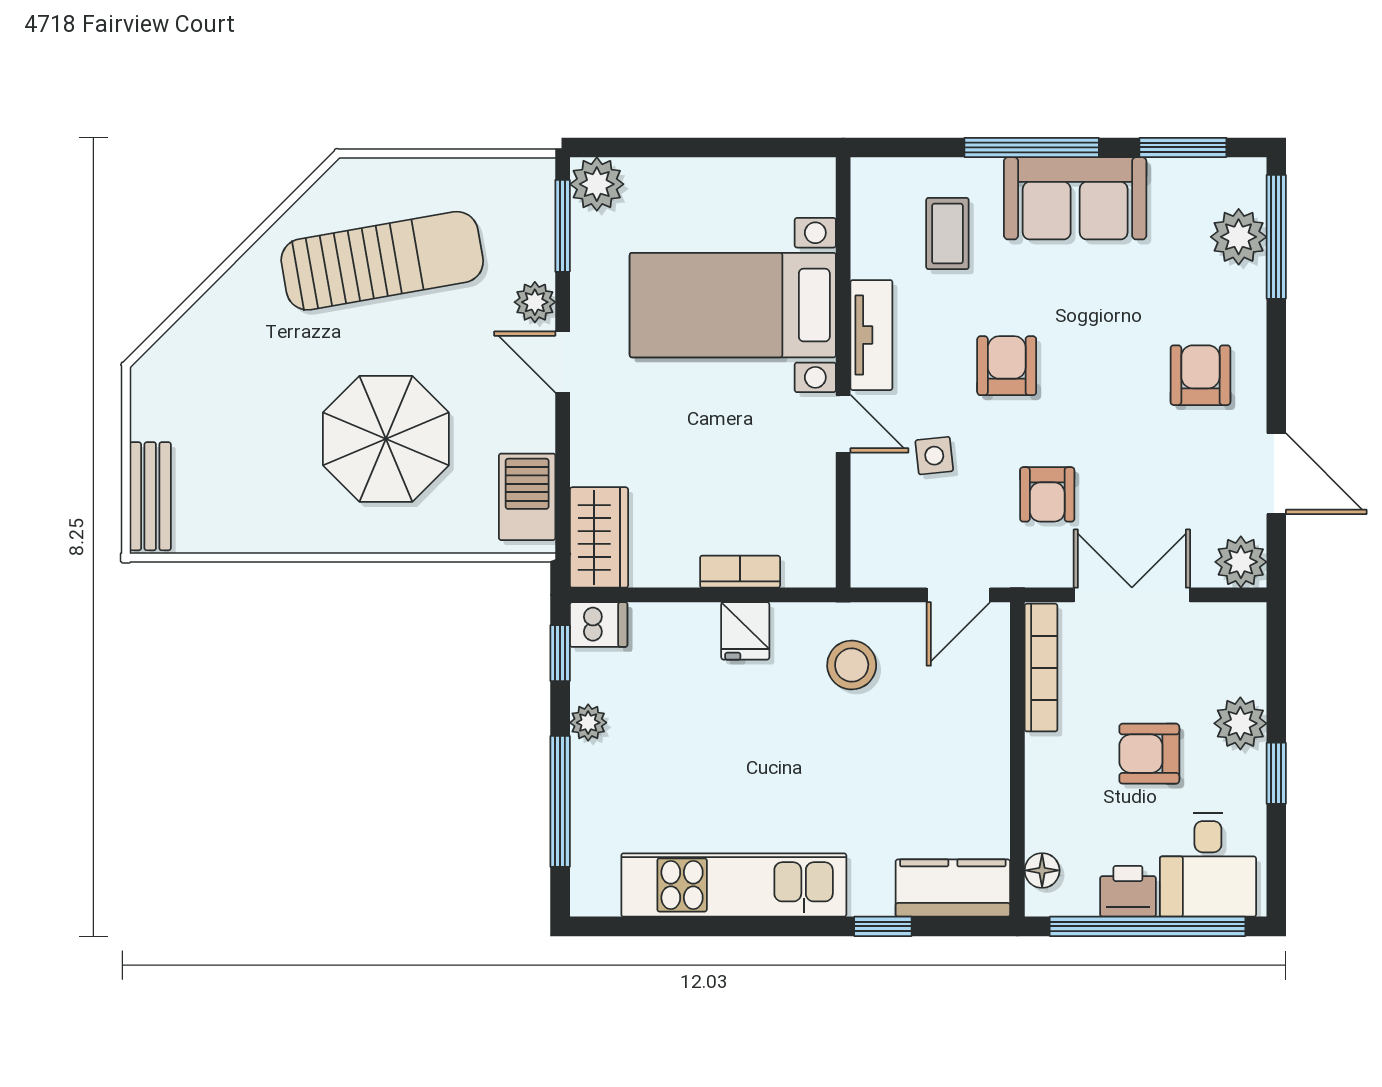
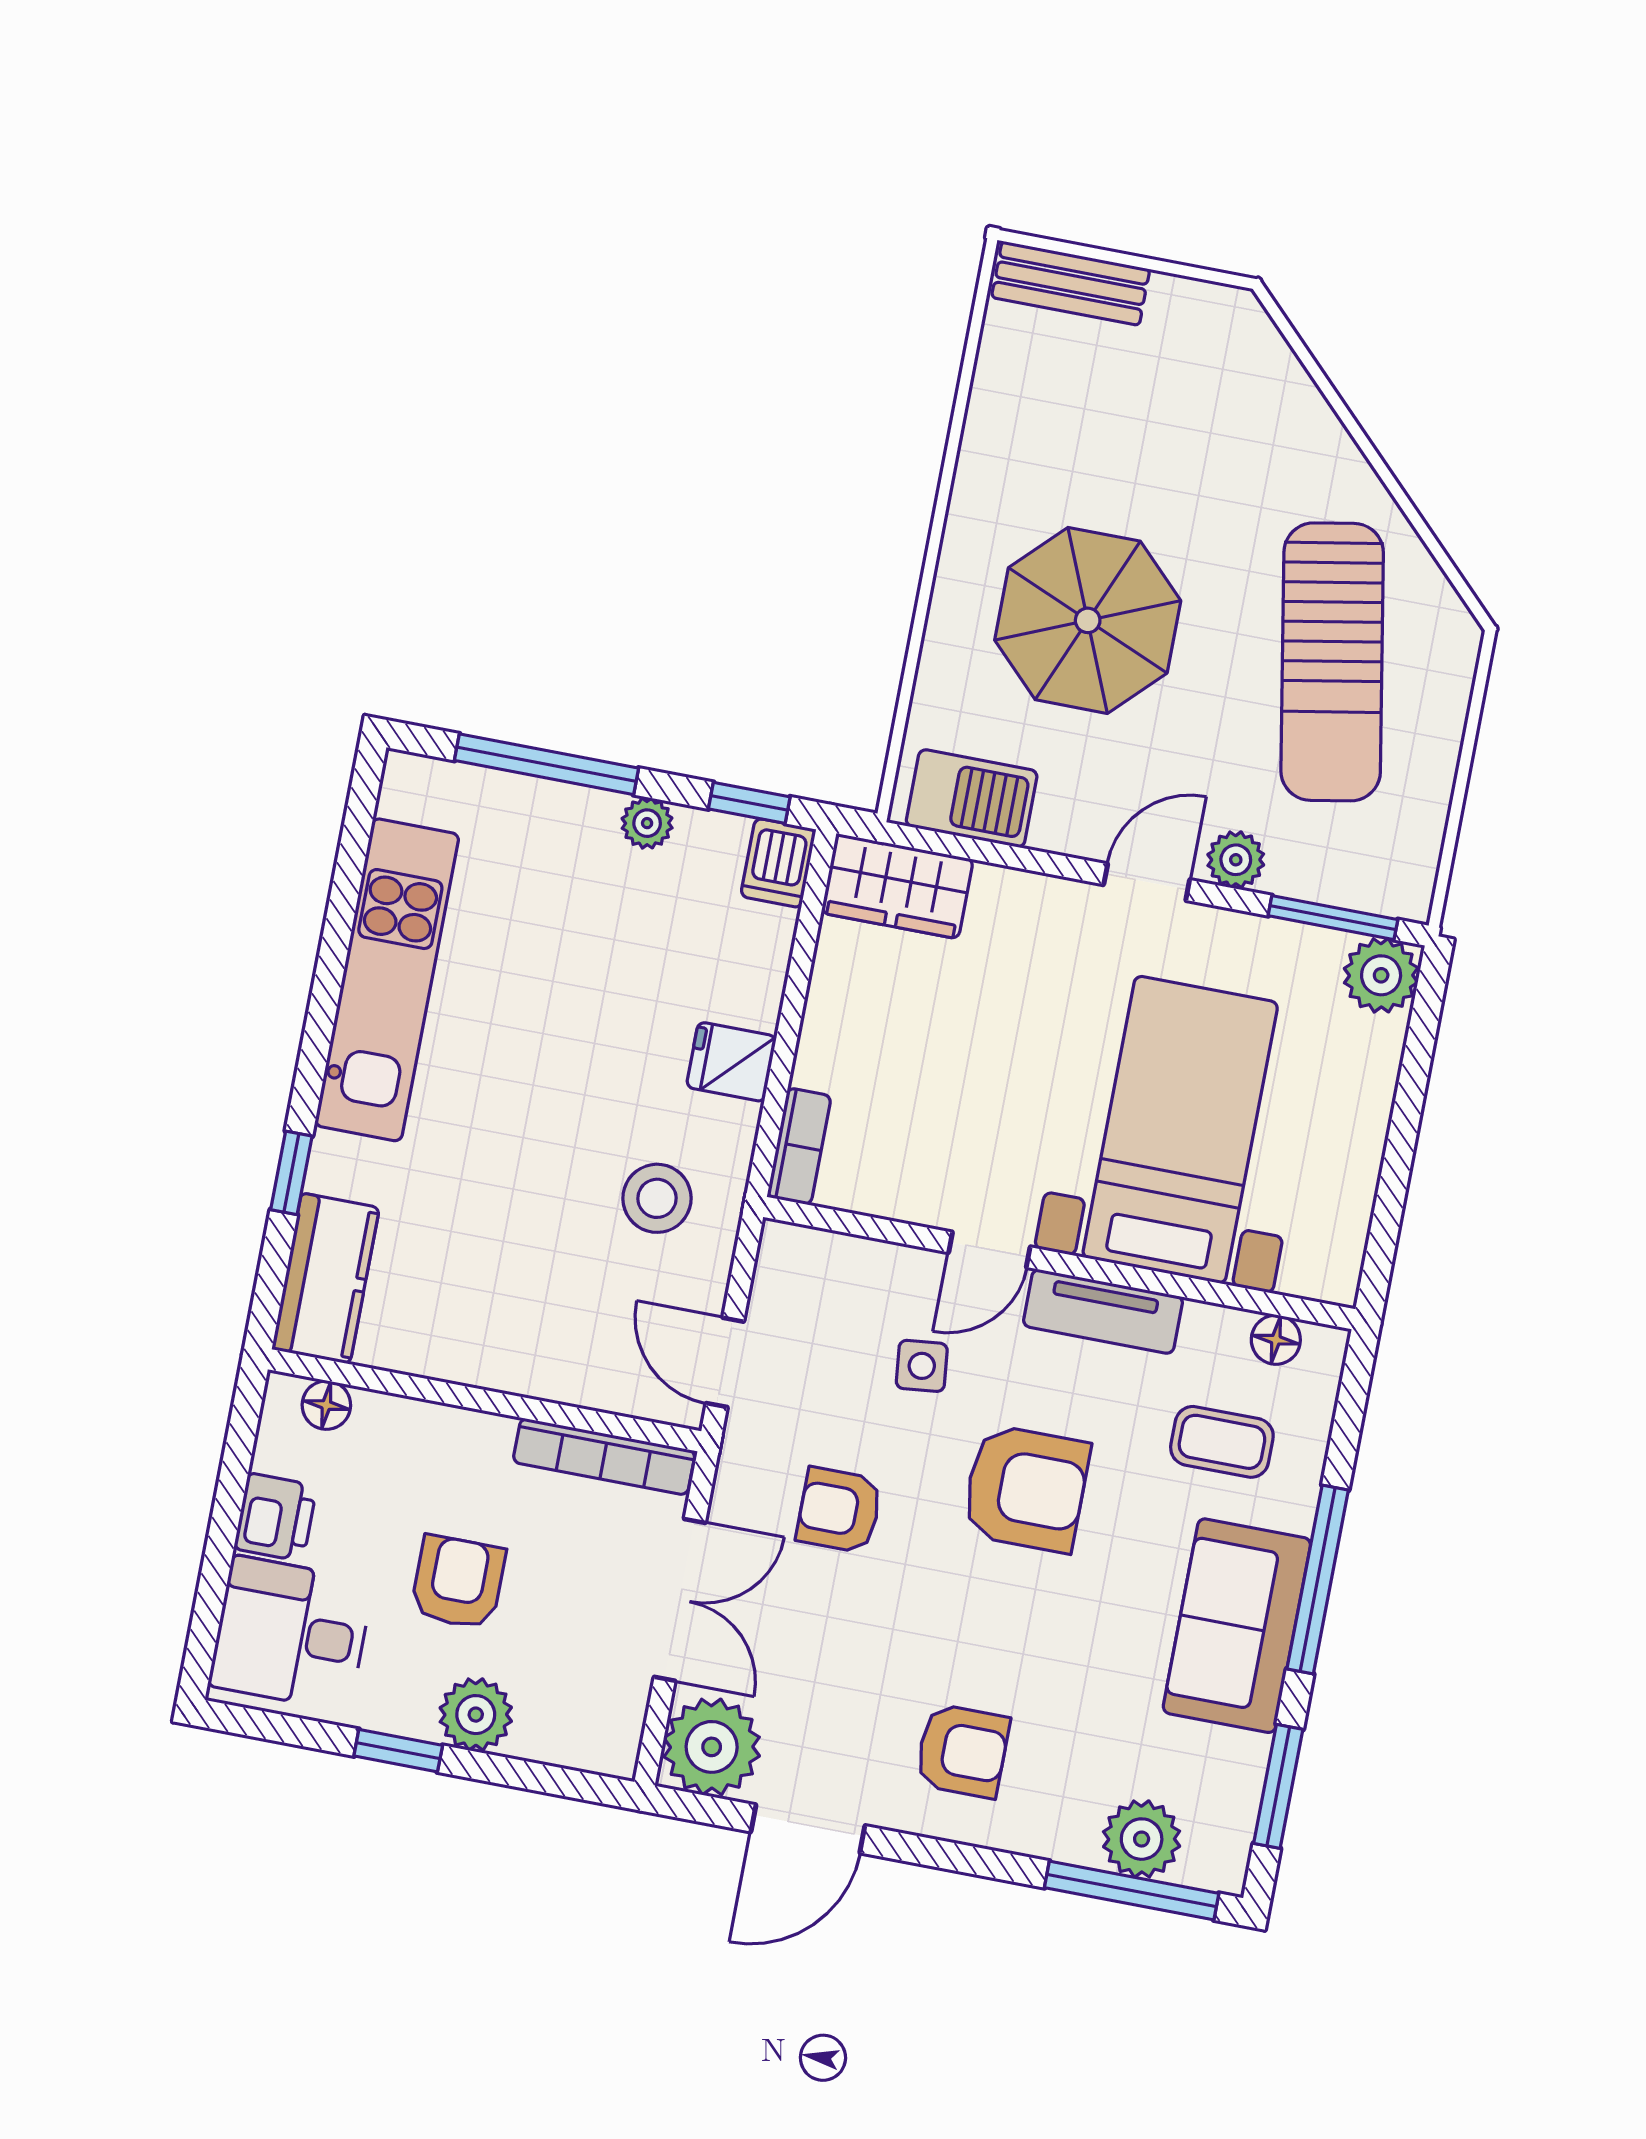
floor lamp: (868, 209) -> (1276, 1340), added
armchair: (1007, 366) -> (1026, 1488), width x1.38, depth x1.38
plant: (1241, 562) -> (712, 1747), width x1.36, depth x1.36
bookcase: (740, 572) -> (799, 1146), moved
window: (1148, 926) -> (222, 1535), removed

